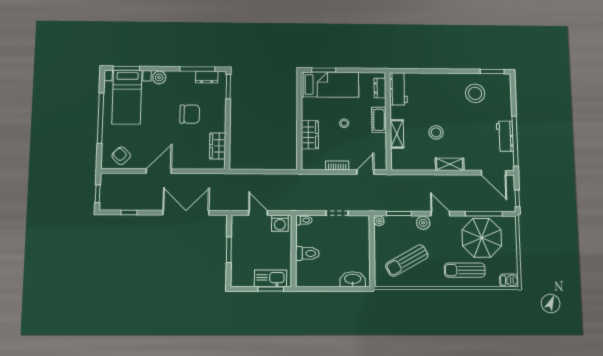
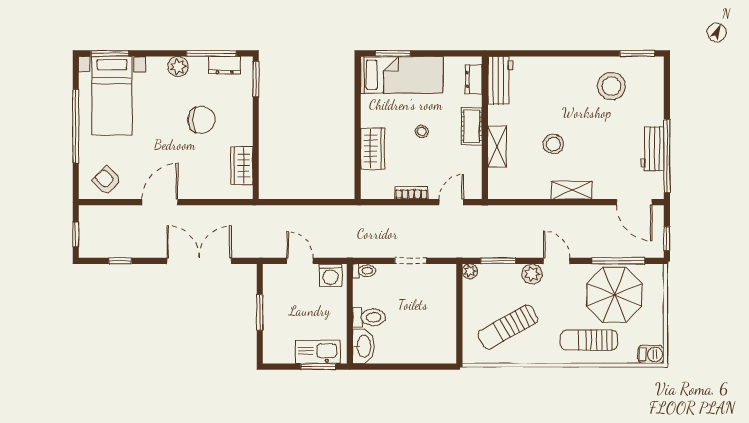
plant: (159, 77) -> (178, 66), moved
washbasin: (353, 279) -> (363, 346), moved, turned 90

